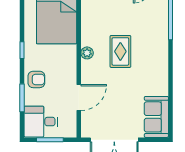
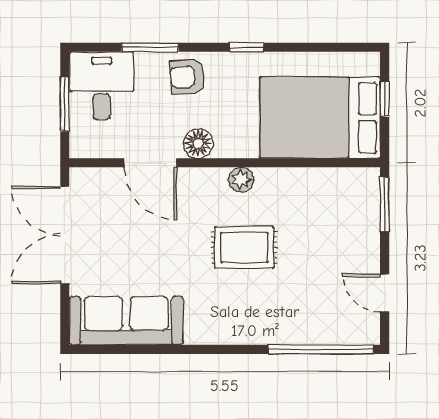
floor lamp: (69, 74) -> (198, 143), added
armchair: (36, 79) -> (187, 77), turned 86
sofa: (156, 117) -> (126, 321), width x1.36

